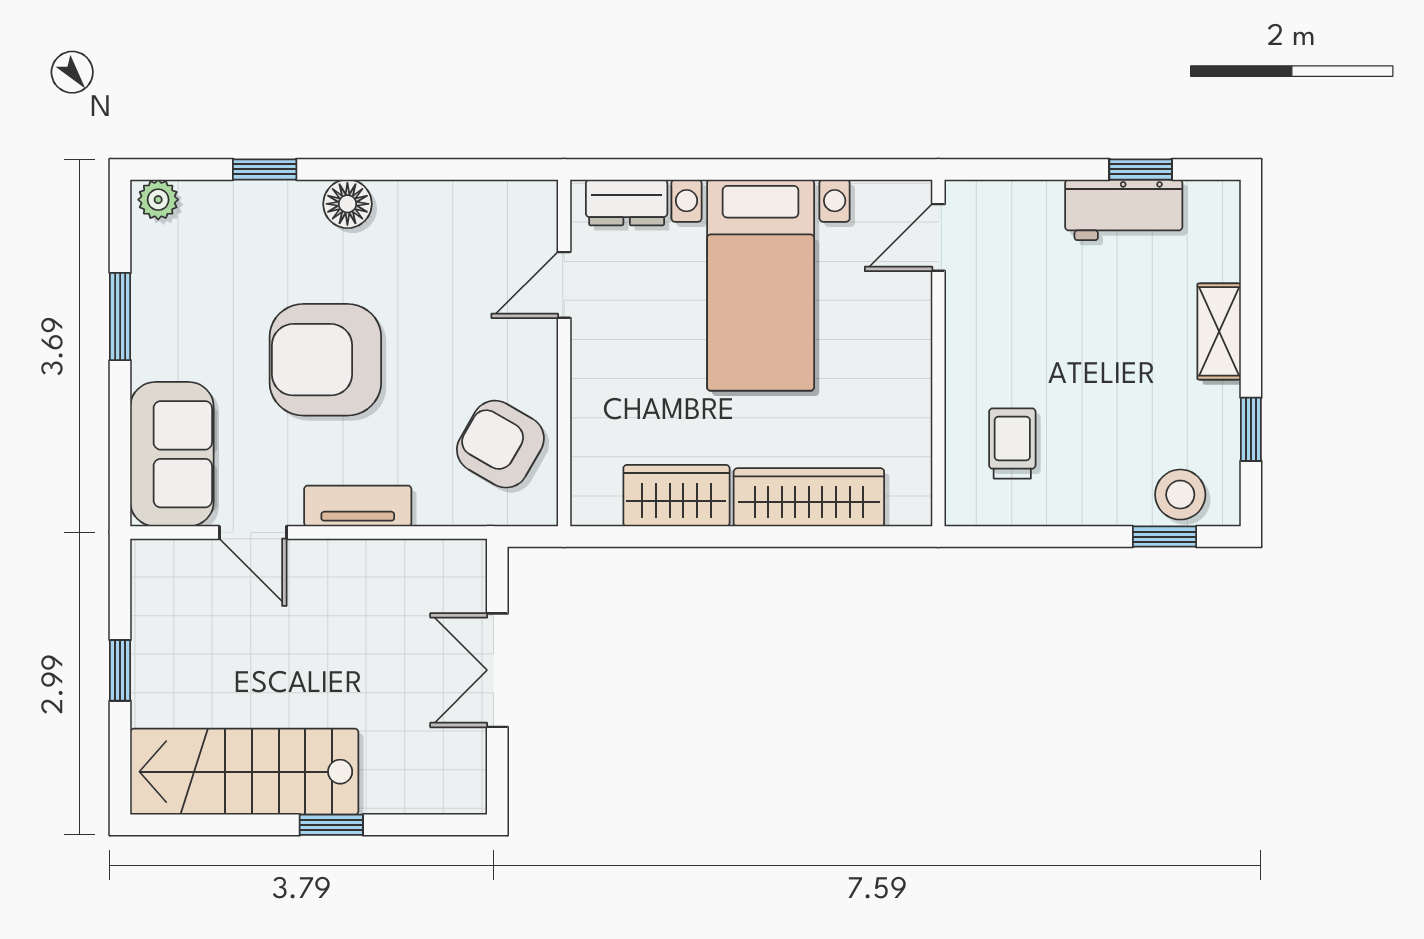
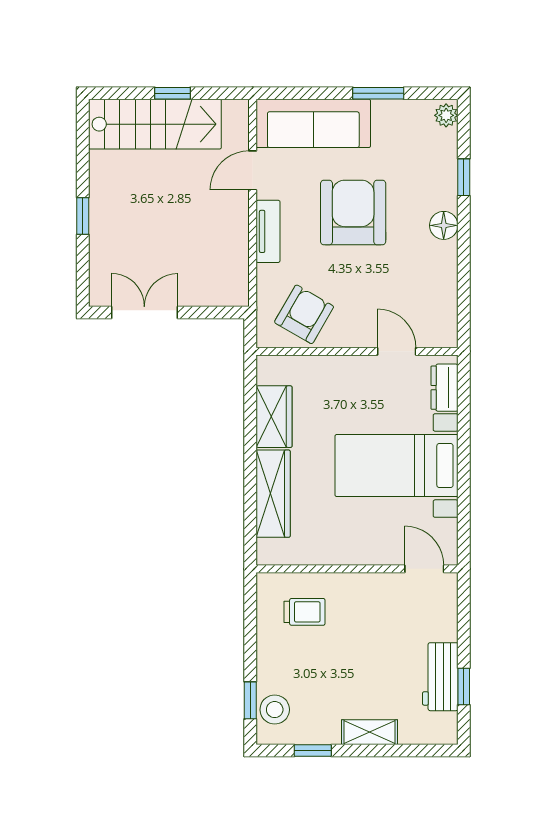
sofa: (172, 454) -> (313, 123), width x1.36
double door: (497, 670) -> (144, 313), moved
stairs: (244, 772) -> (155, 124), moved, turned 90

